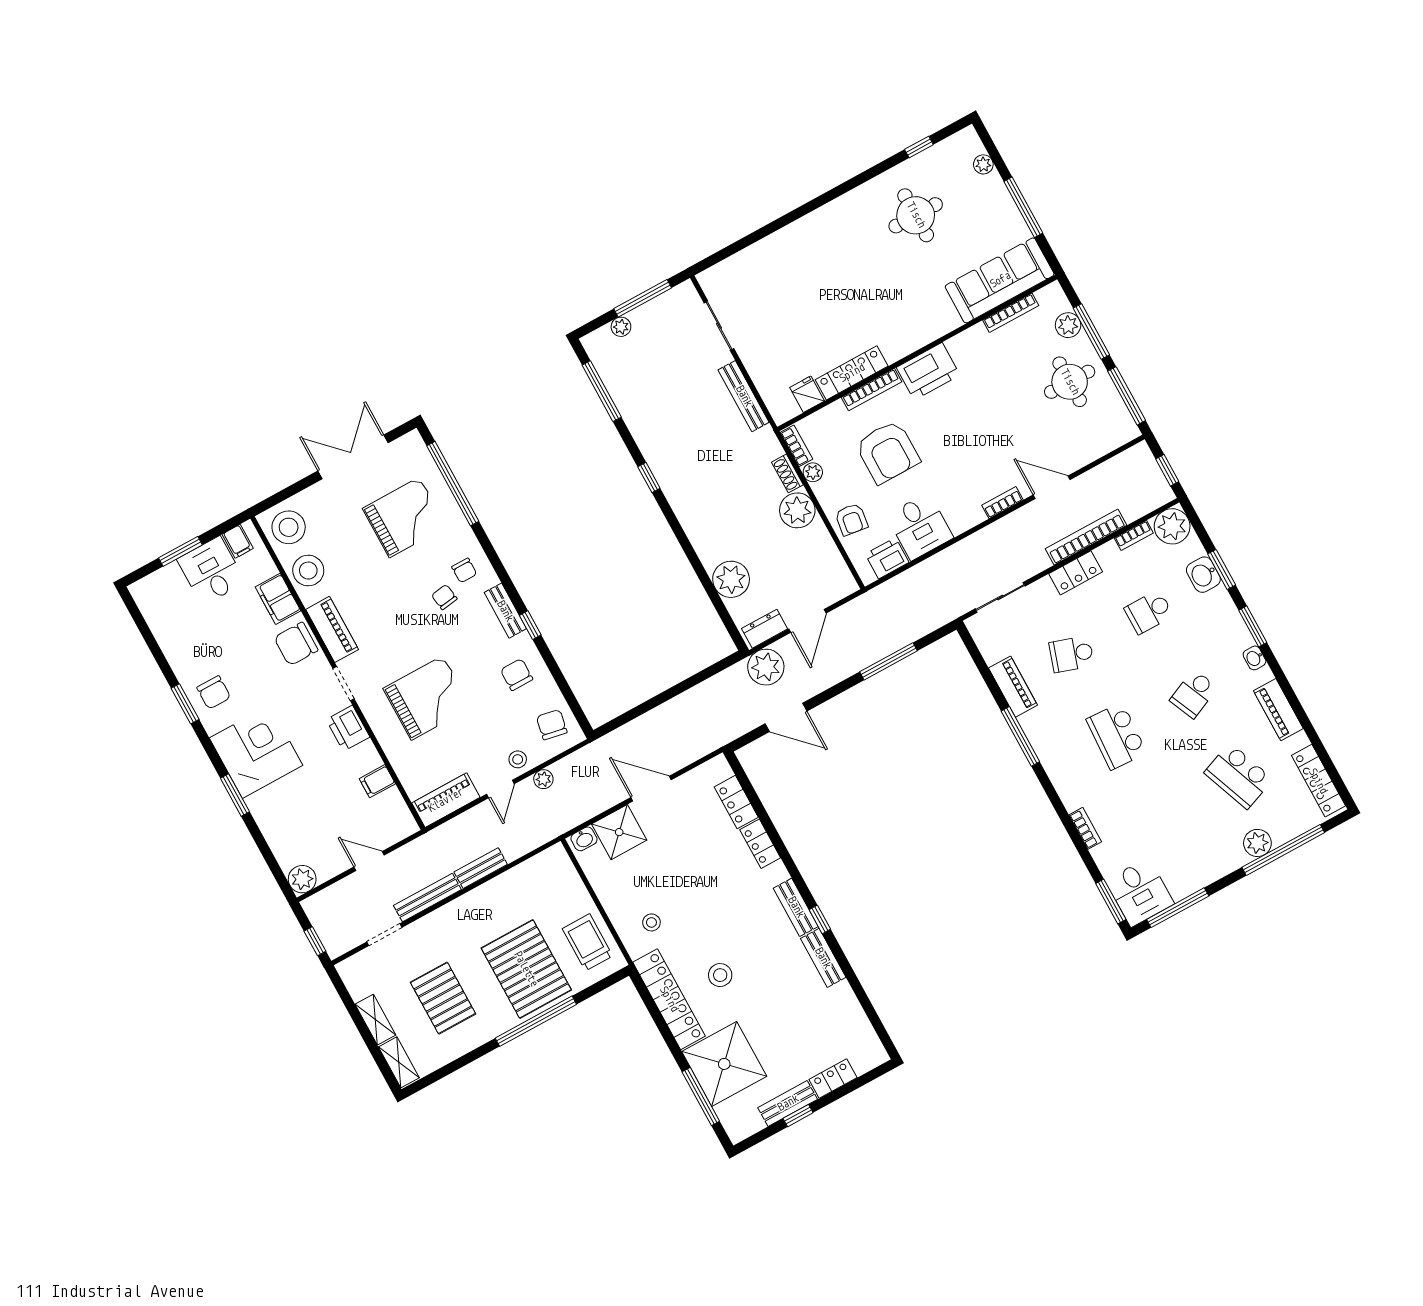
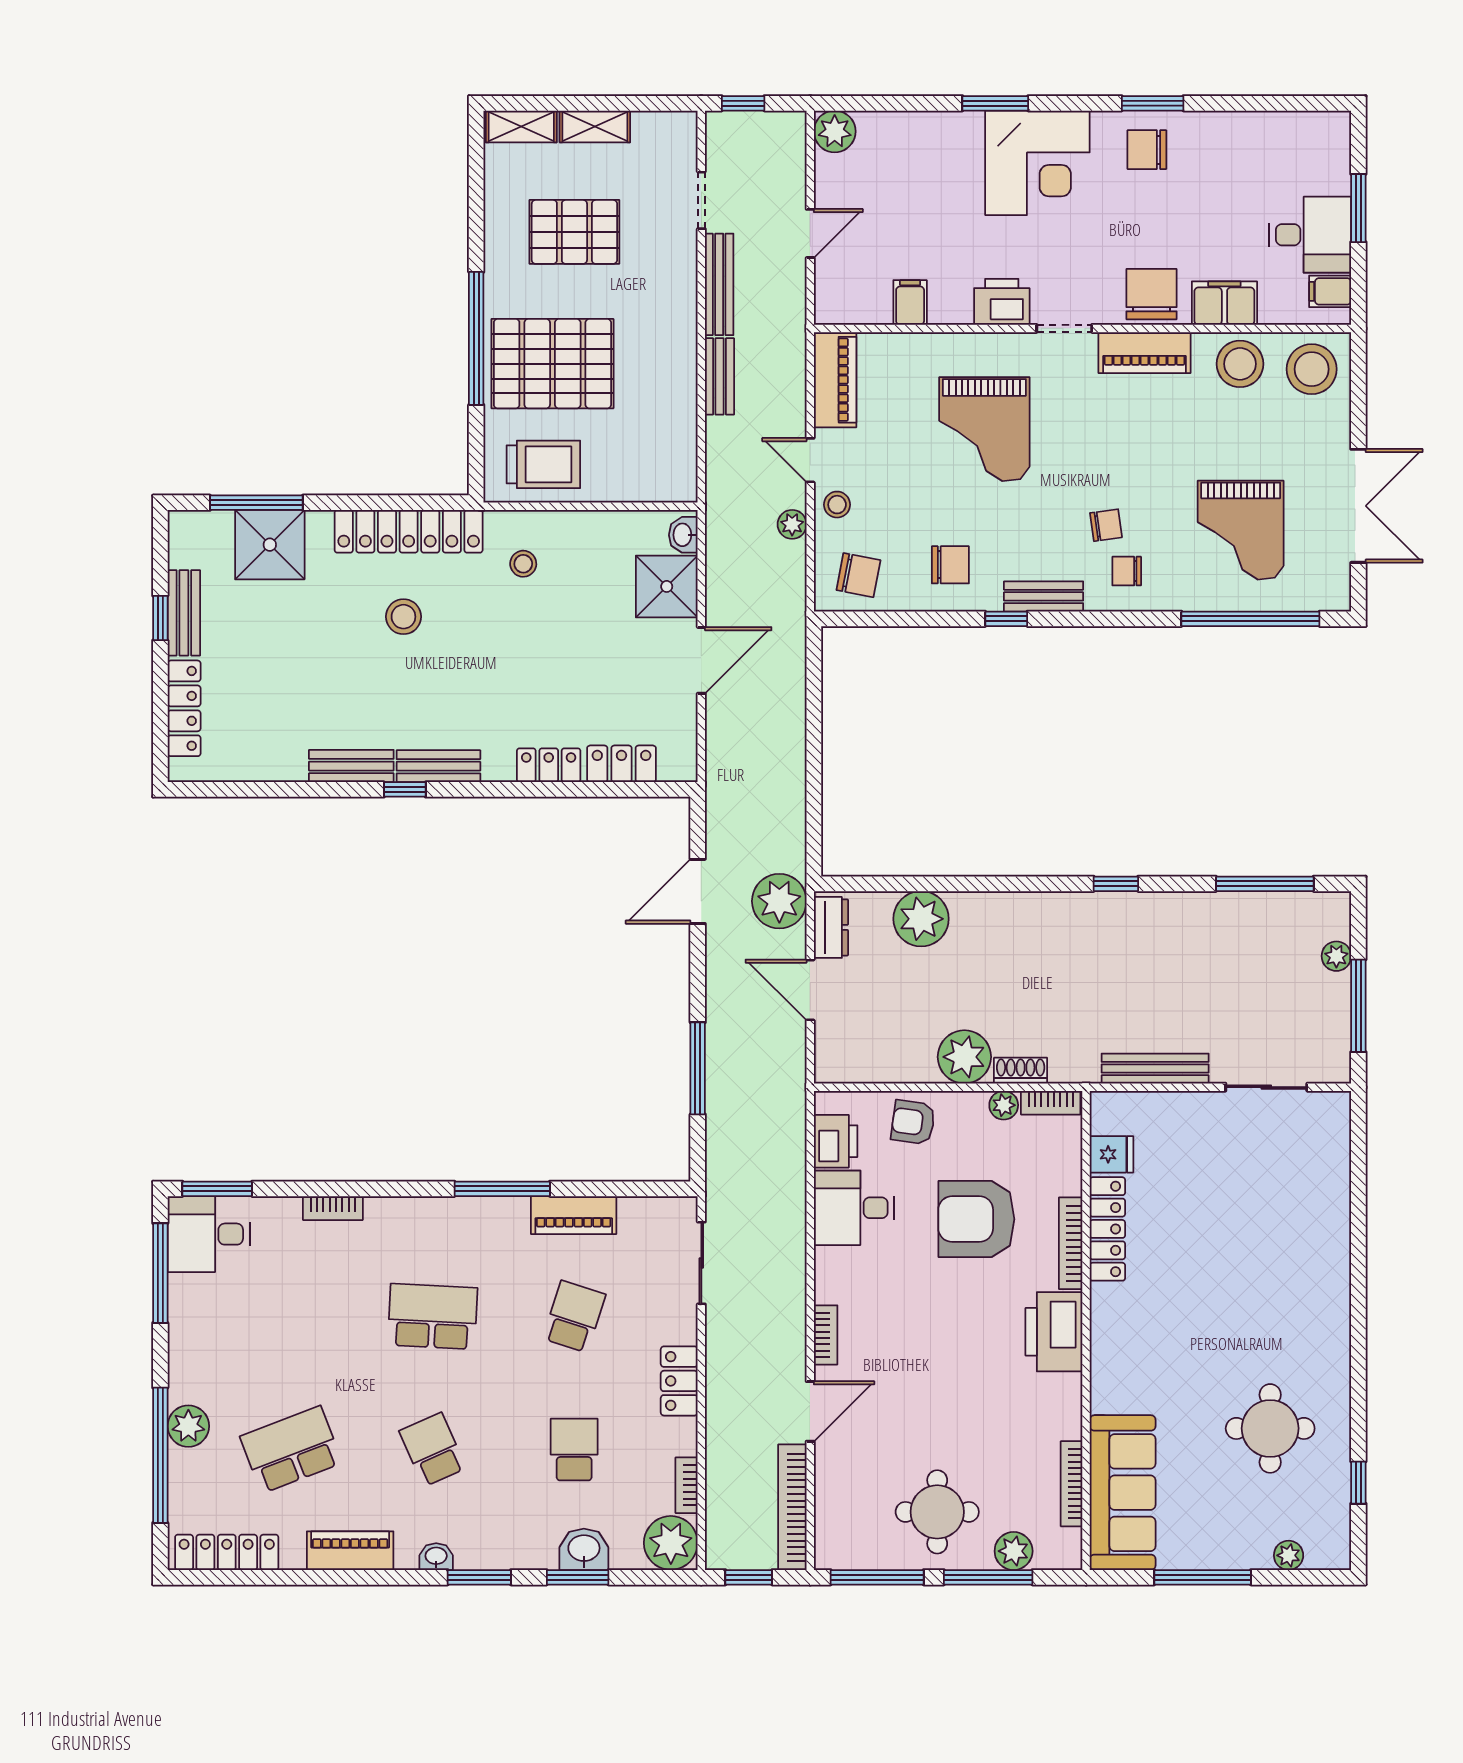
bookcase: (1086, 537) -> (792, 1507), moved, turned 180
shower: (724, 1064) -> (270, 545), width x0.73, depth x0.73
locker: (833, 1079) -> (184, 708), width x1.53

